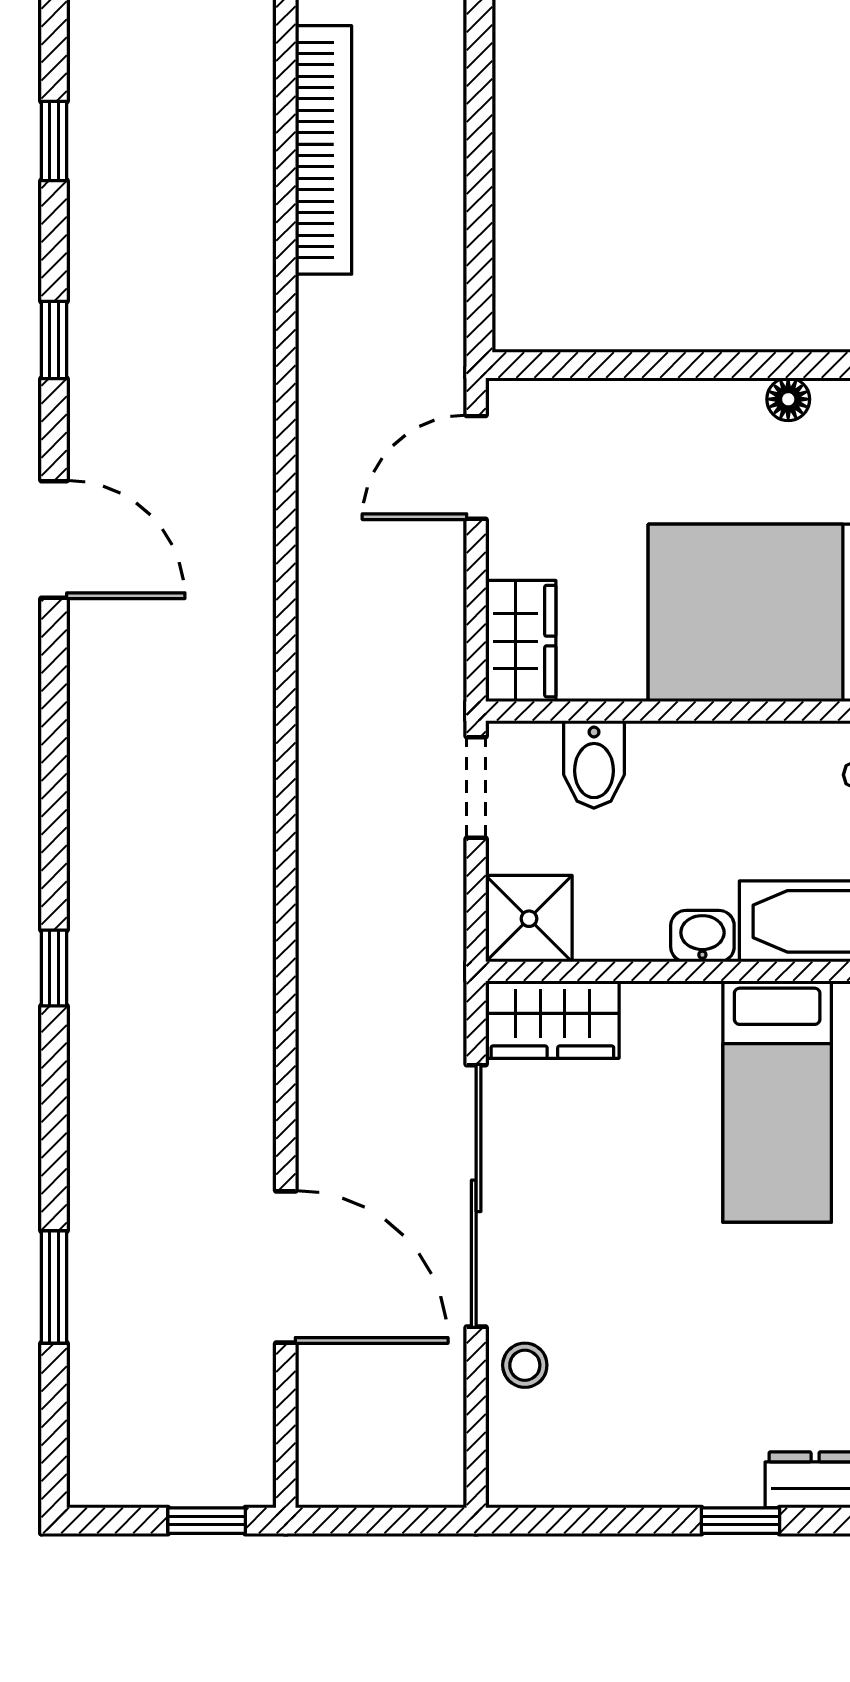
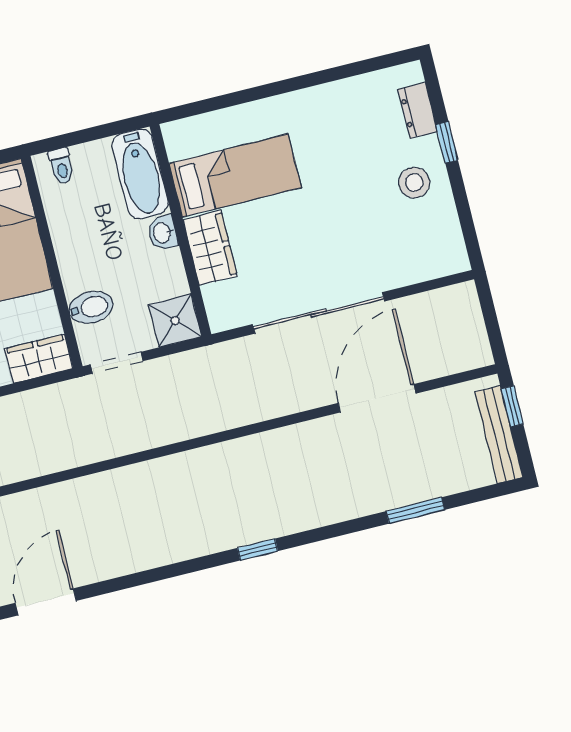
wardrobe: (552, 1020) -> (210, 248), moved
stool: (525, 1365) -> (414, 183), moved, width x1.37, depth x1.37
bench: (159, 1482) -> (499, 435), added

